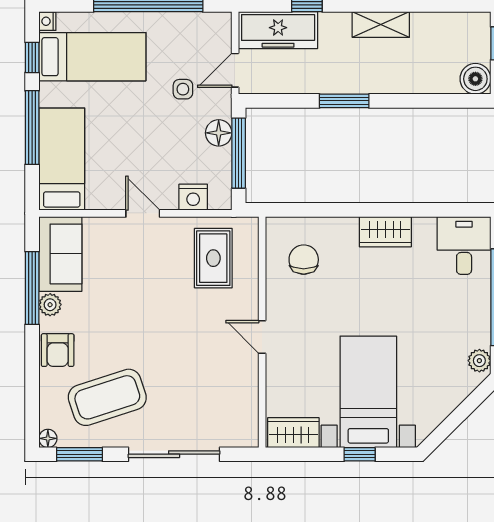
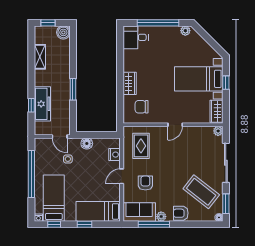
shelving: (381, 25) -> (40, 57), moved
freezer: (278, 30) -> (42, 104), moved
window: (32, 128) -> (84, 224), width x0.46
window: (239, 153) -> (96, 135), removed
wardrobe: (385, 232) -> (130, 83), moved
rug: (213, 258) -> (141, 146), turned 90
armchair: (127, 268) -> (145, 183), added
armchair: (58, 350) -> (181, 213), turned 180
coffee table: (107, 397) -> (201, 192), turned -34
plant: (248, 436) -> (218, 131), added

